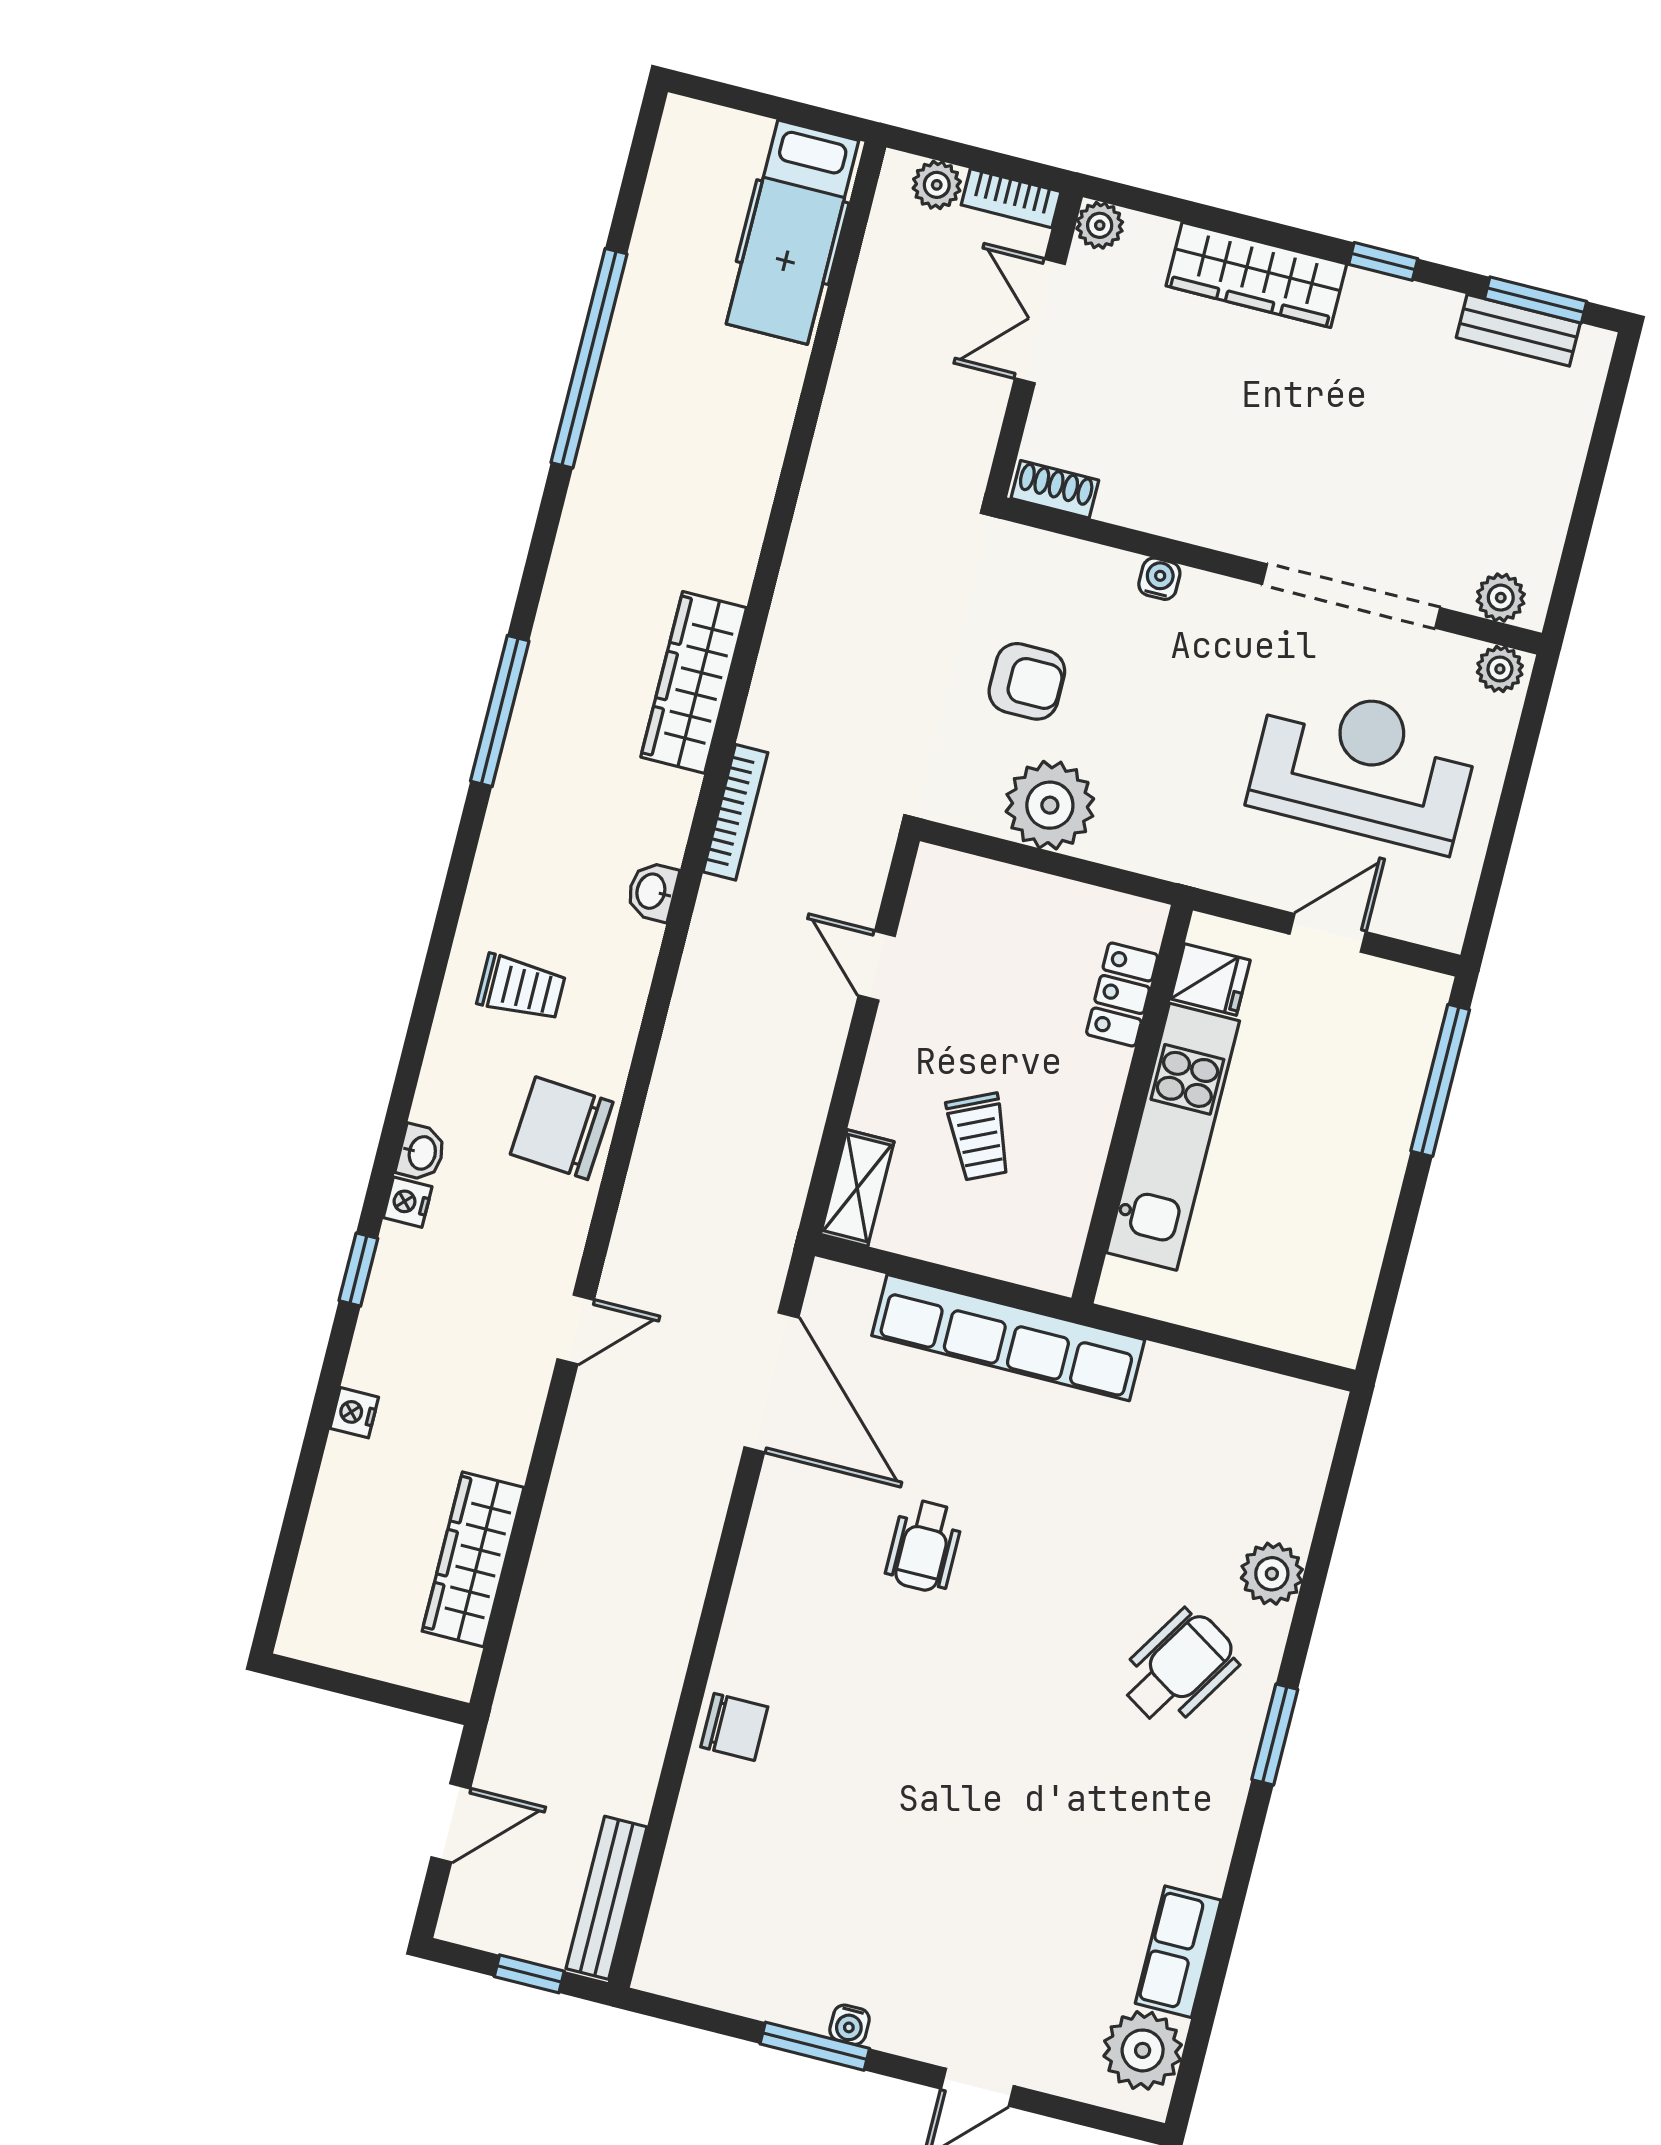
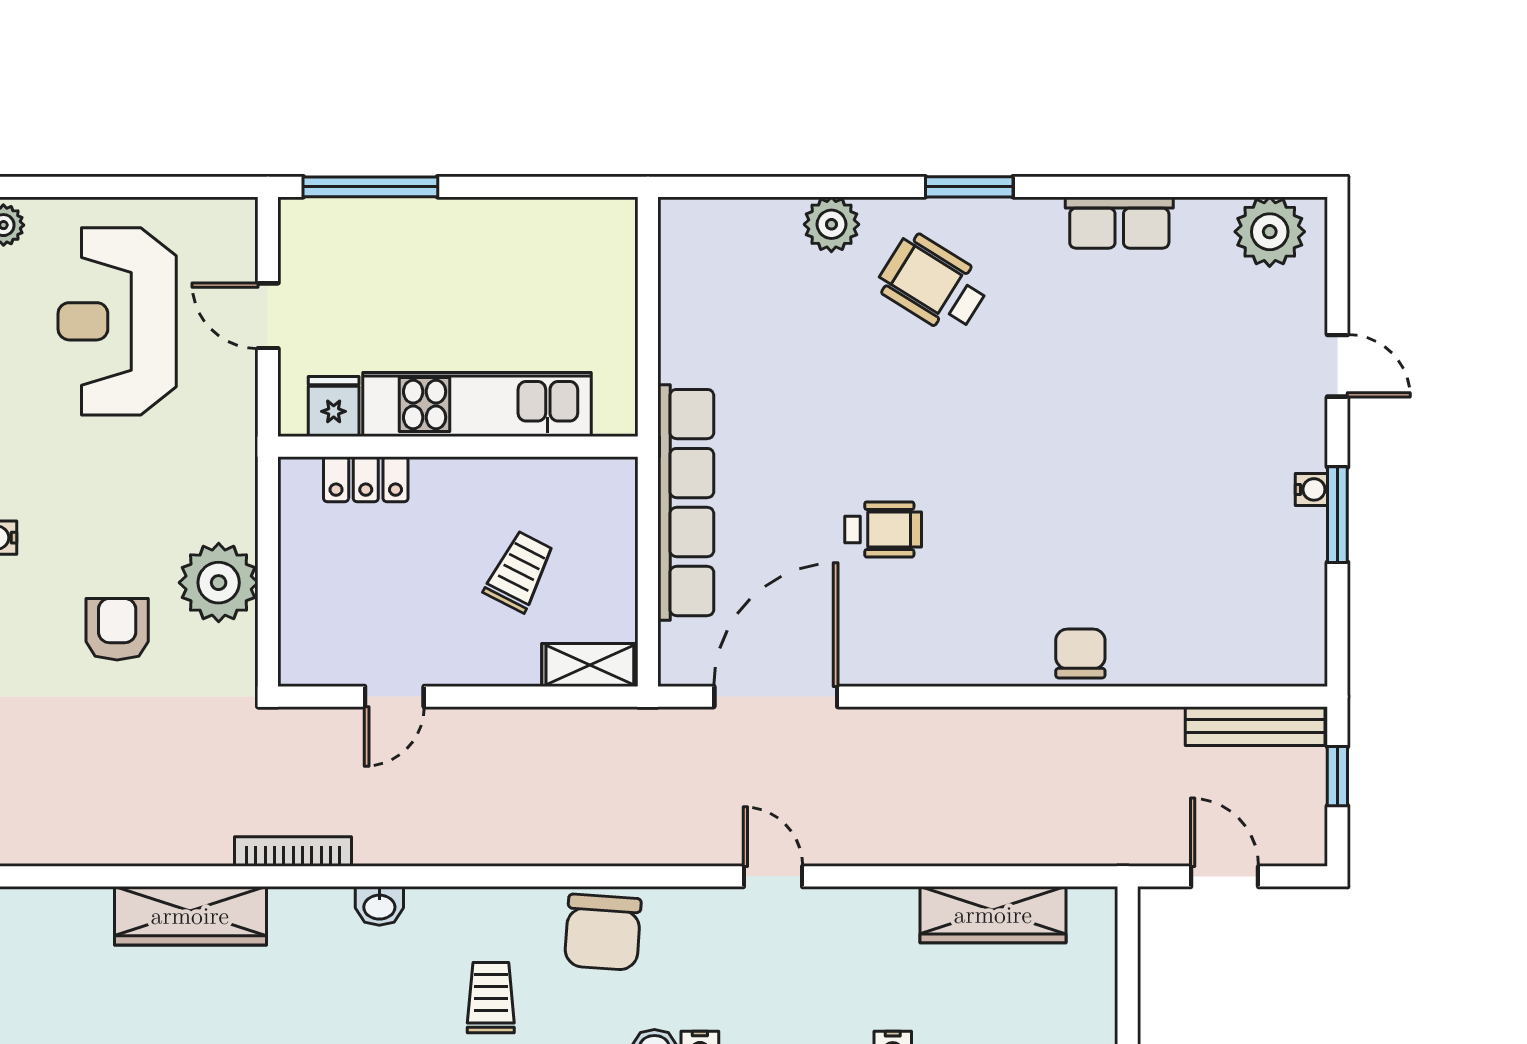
trolley: (979, 1137) -> (519, 572), turned -38
row of seats: (1178, 1952) -> (1119, 223), moved

